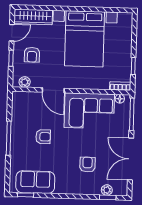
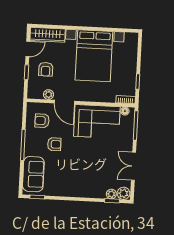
plant: (25, 82) -> (48, 95), moved
double door: (130, 159) -> (133, 166), width x0.73
armchair: (87, 165) -> (42, 121), moved, turned -90
sofa: (35, 182) -> (33, 174), moved, turned 90
plant: (120, 189) -> (123, 193), added

